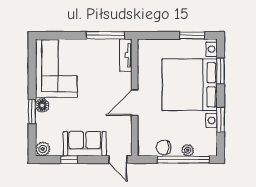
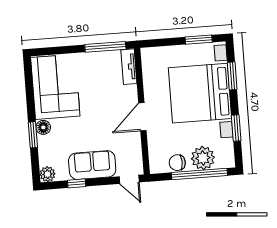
plant: (188, 150) -> (203, 158), width x1.87, depth x1.87

